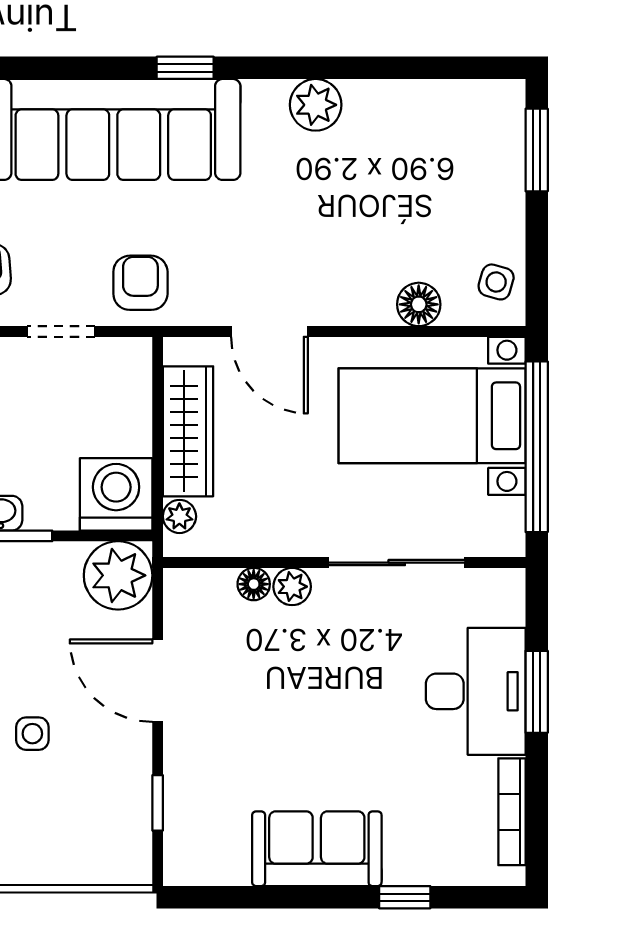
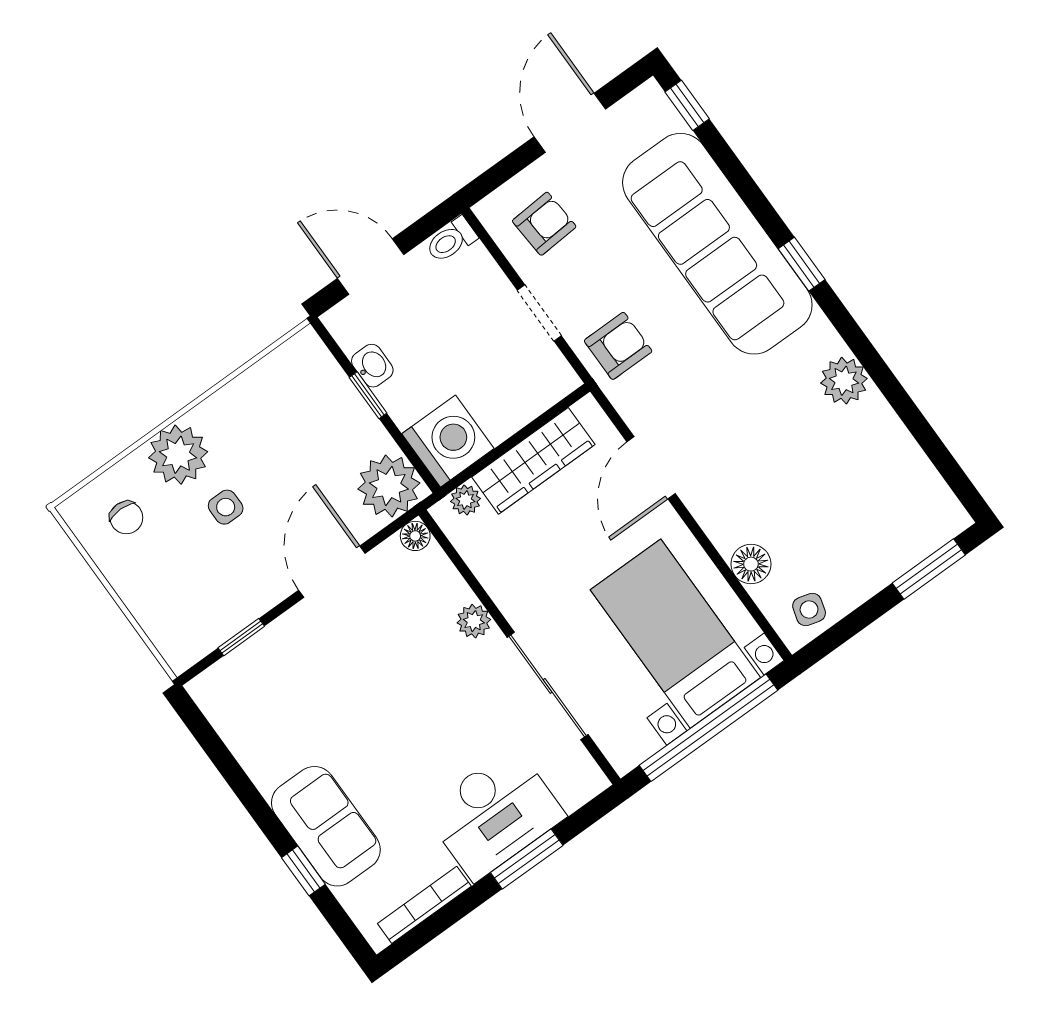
floor lamp: (254, 584) -> (415, 536), moved
sofa: (317, 849) -> (326, 826), moved

